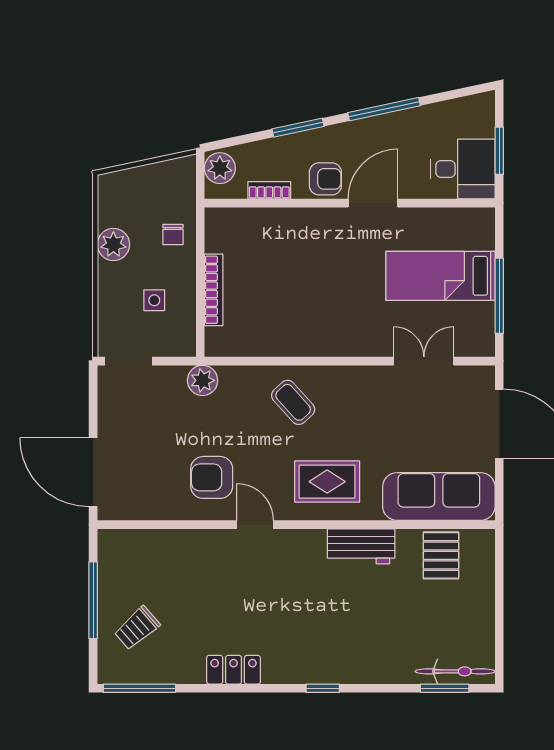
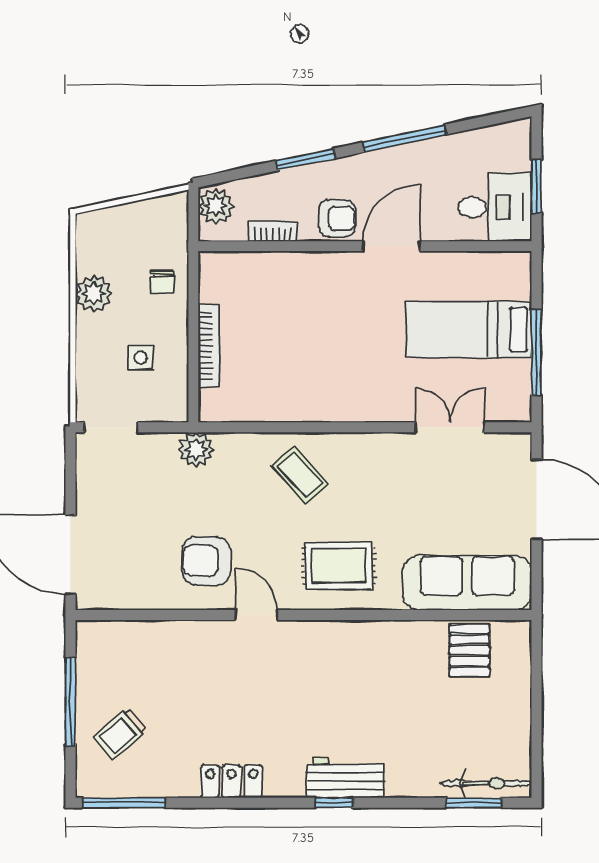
workbench: (361, 546) -> (346, 778), moved, turned 180

